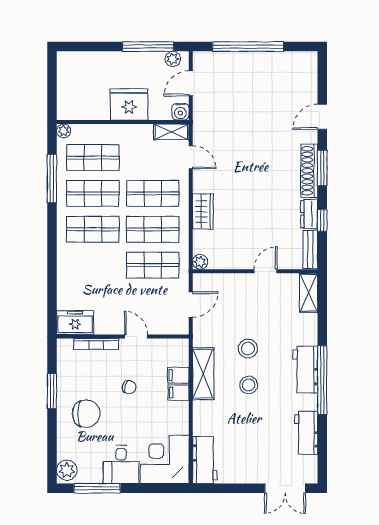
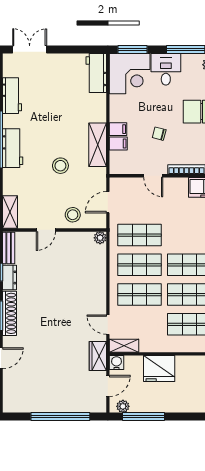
wardrobe: (203, 211) -> (98, 356), moved
stool: (249, 385) -> (73, 215), moved
window: (161, 488) -> (132, 50), added

